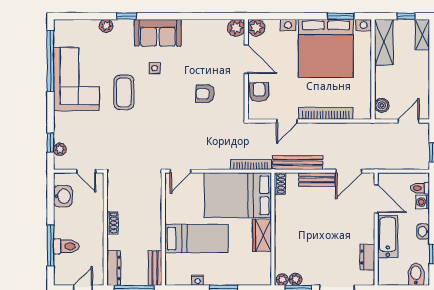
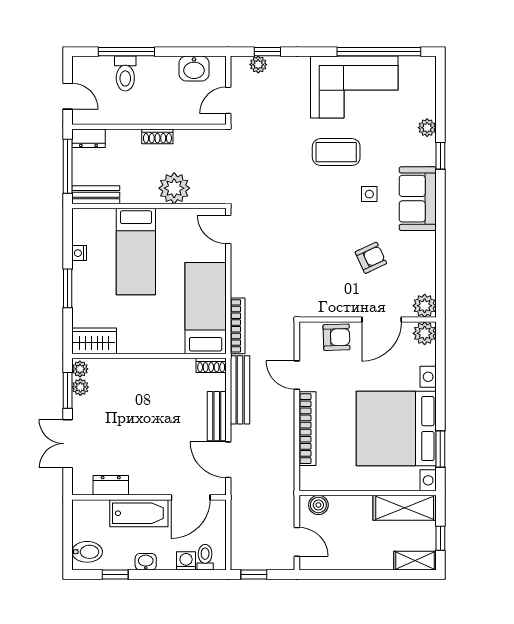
armchair: (205, 94) -> (371, 258), moved, turned 65
bed: (238, 195) -> (206, 308), width x0.67
plant: (150, 211) -> (174, 188), added
wardrobe: (262, 235) -> (94, 341), moved
dresser: (114, 268) -> (88, 138), width x0.70

